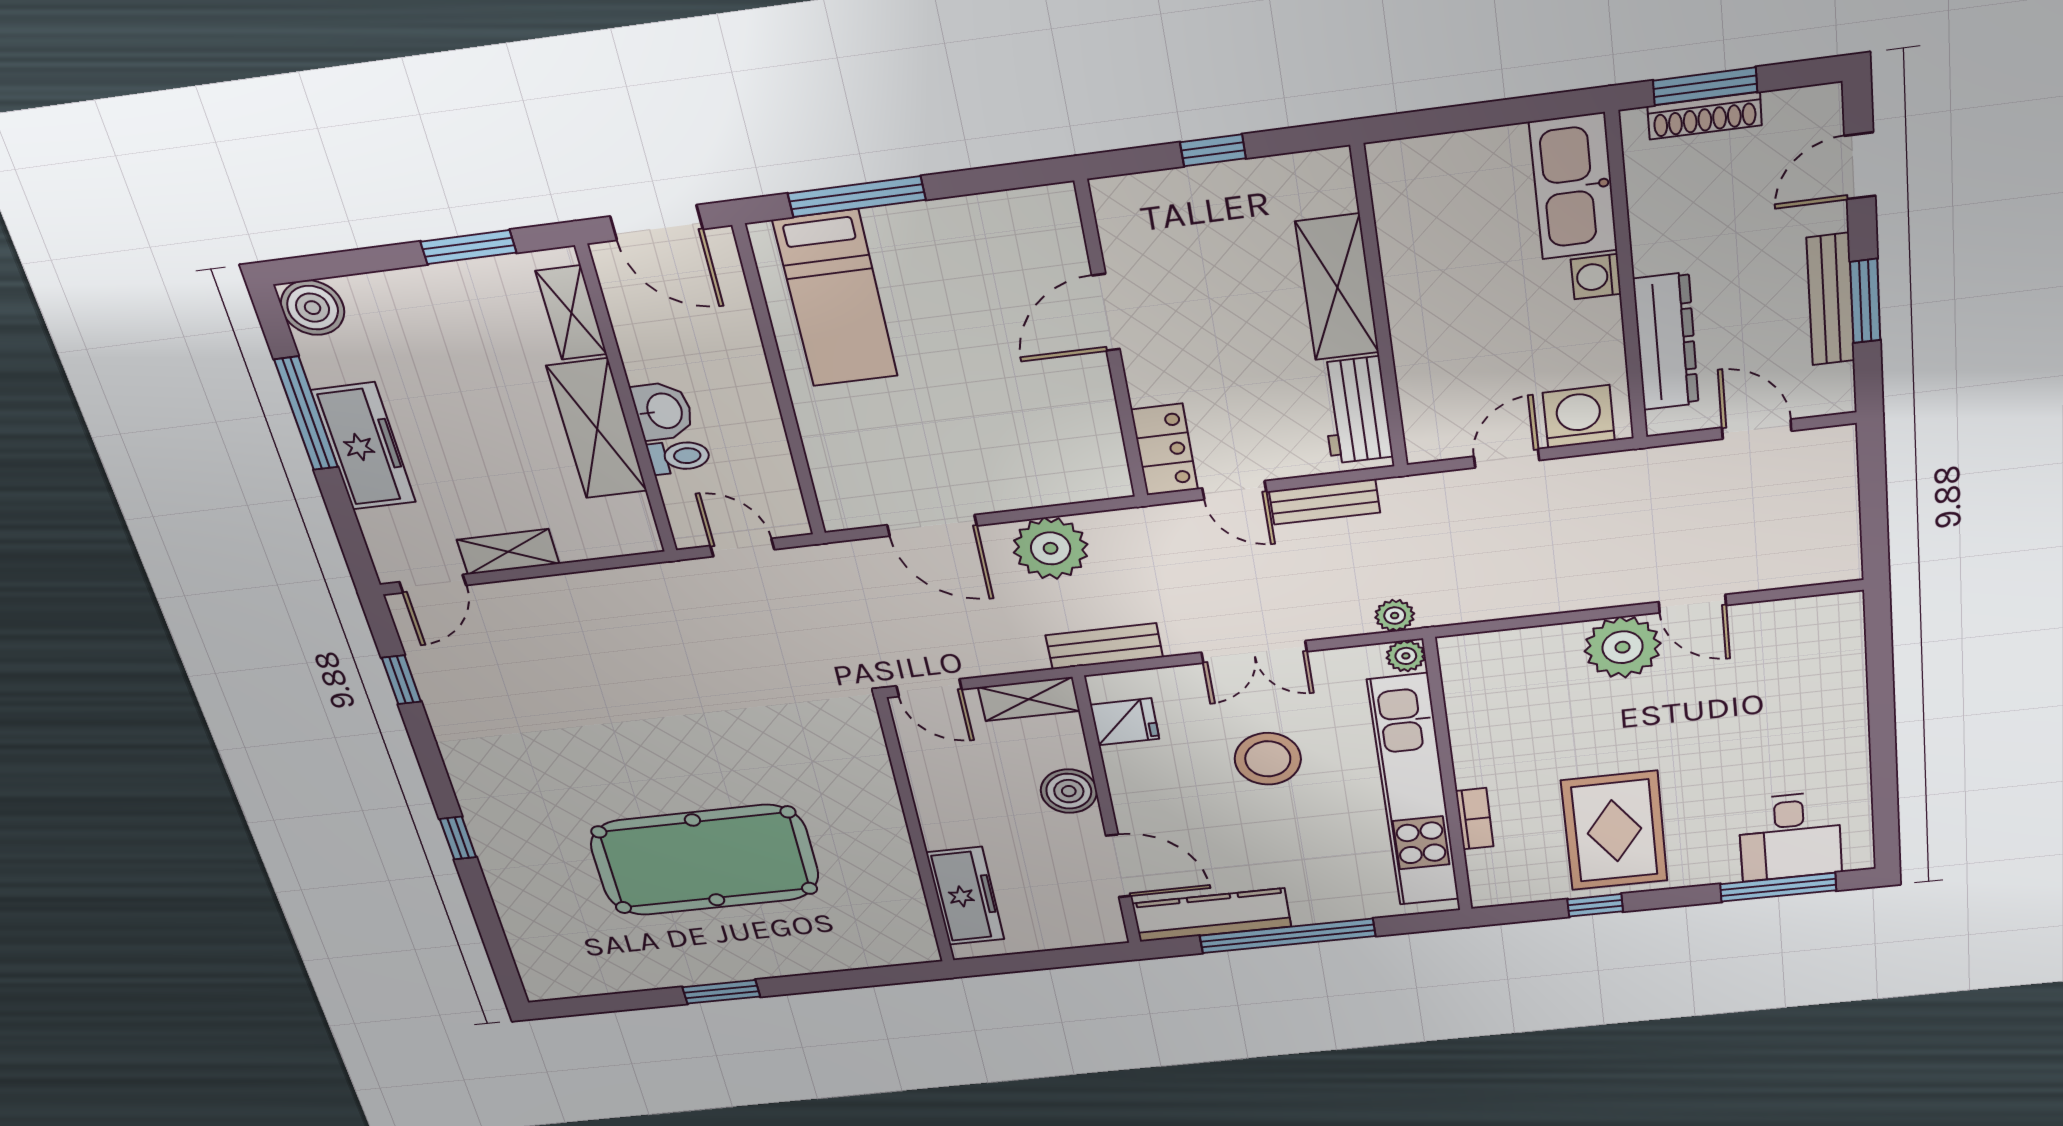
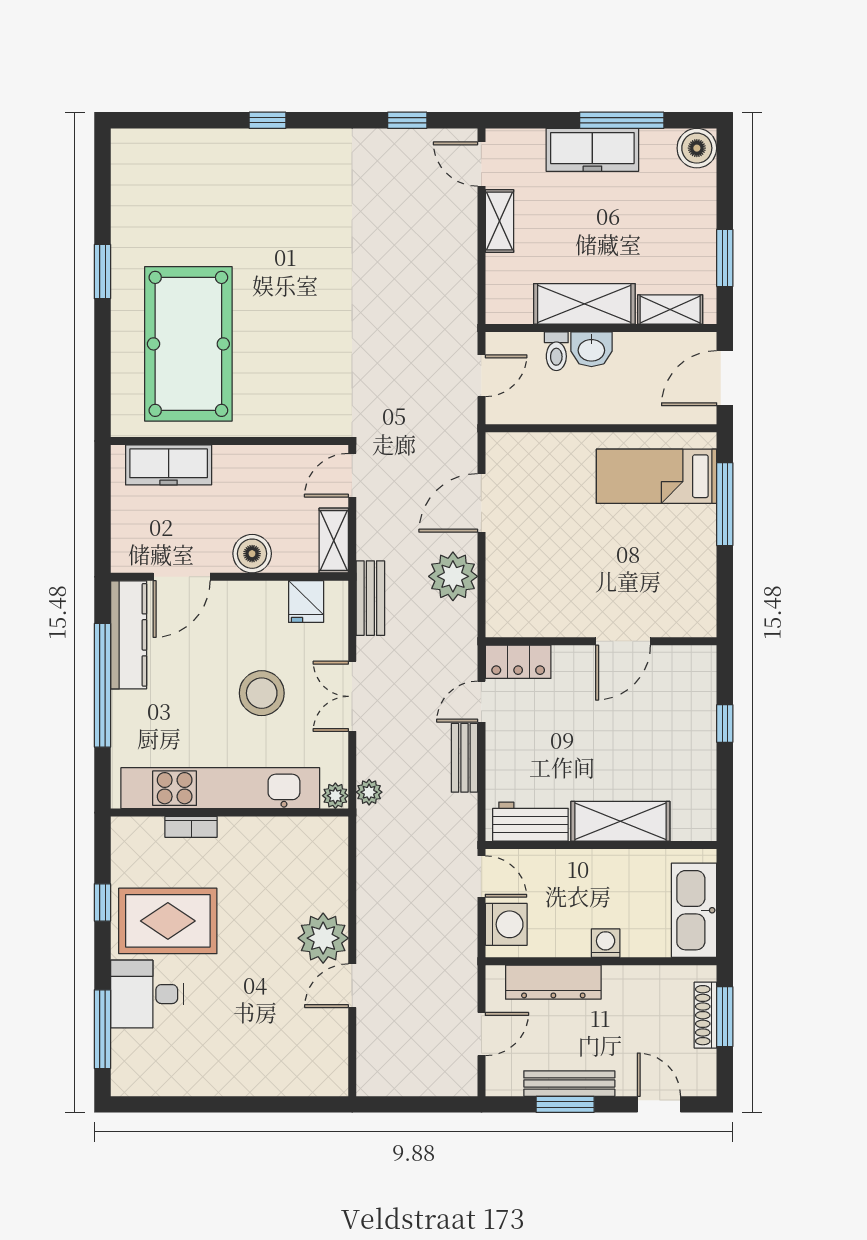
kitchen sink: (1573, 186) -> (694, 910), moved, turned -90
shelving: (1337, 287) -> (620, 821), moved
wall: (1379, 310) -> (601, 845), moved
door: (1106, 312) -> (623, 641), swing flipped
workbench: (1356, 410) -> (530, 822), moved
desk: (1790, 836) -> (147, 994), moved
pool table: (705, 860) -> (188, 344), moved

